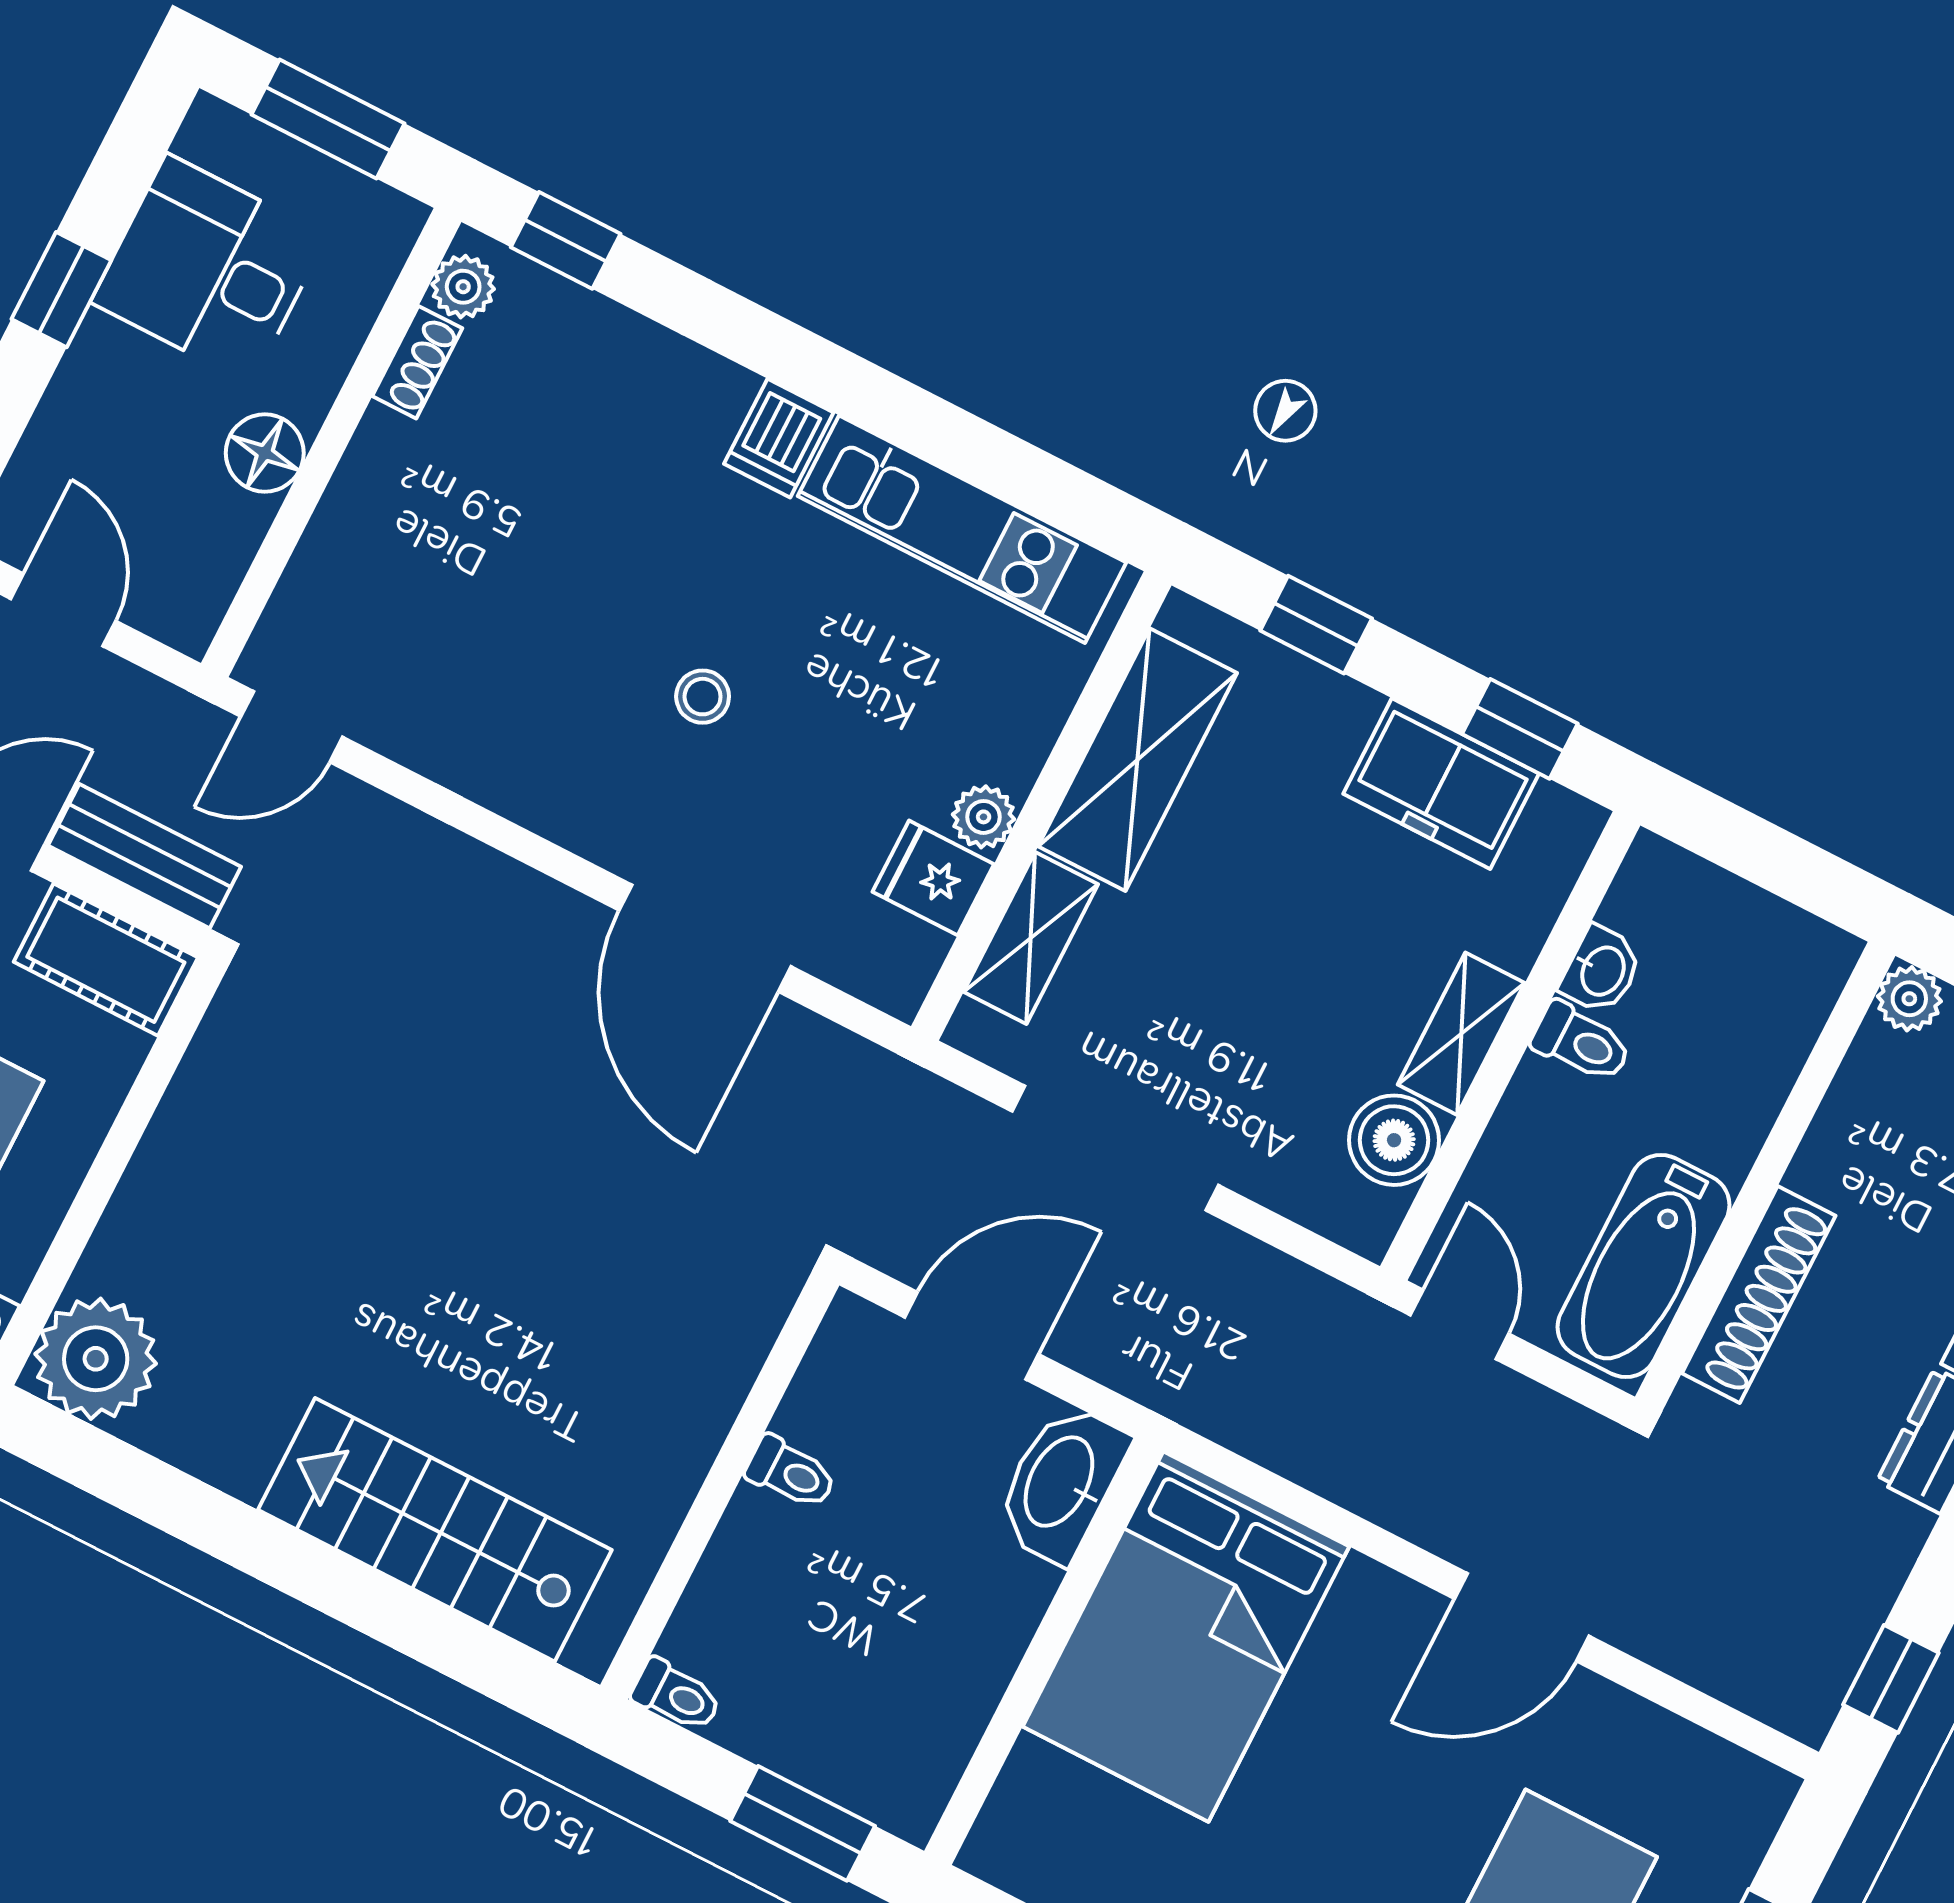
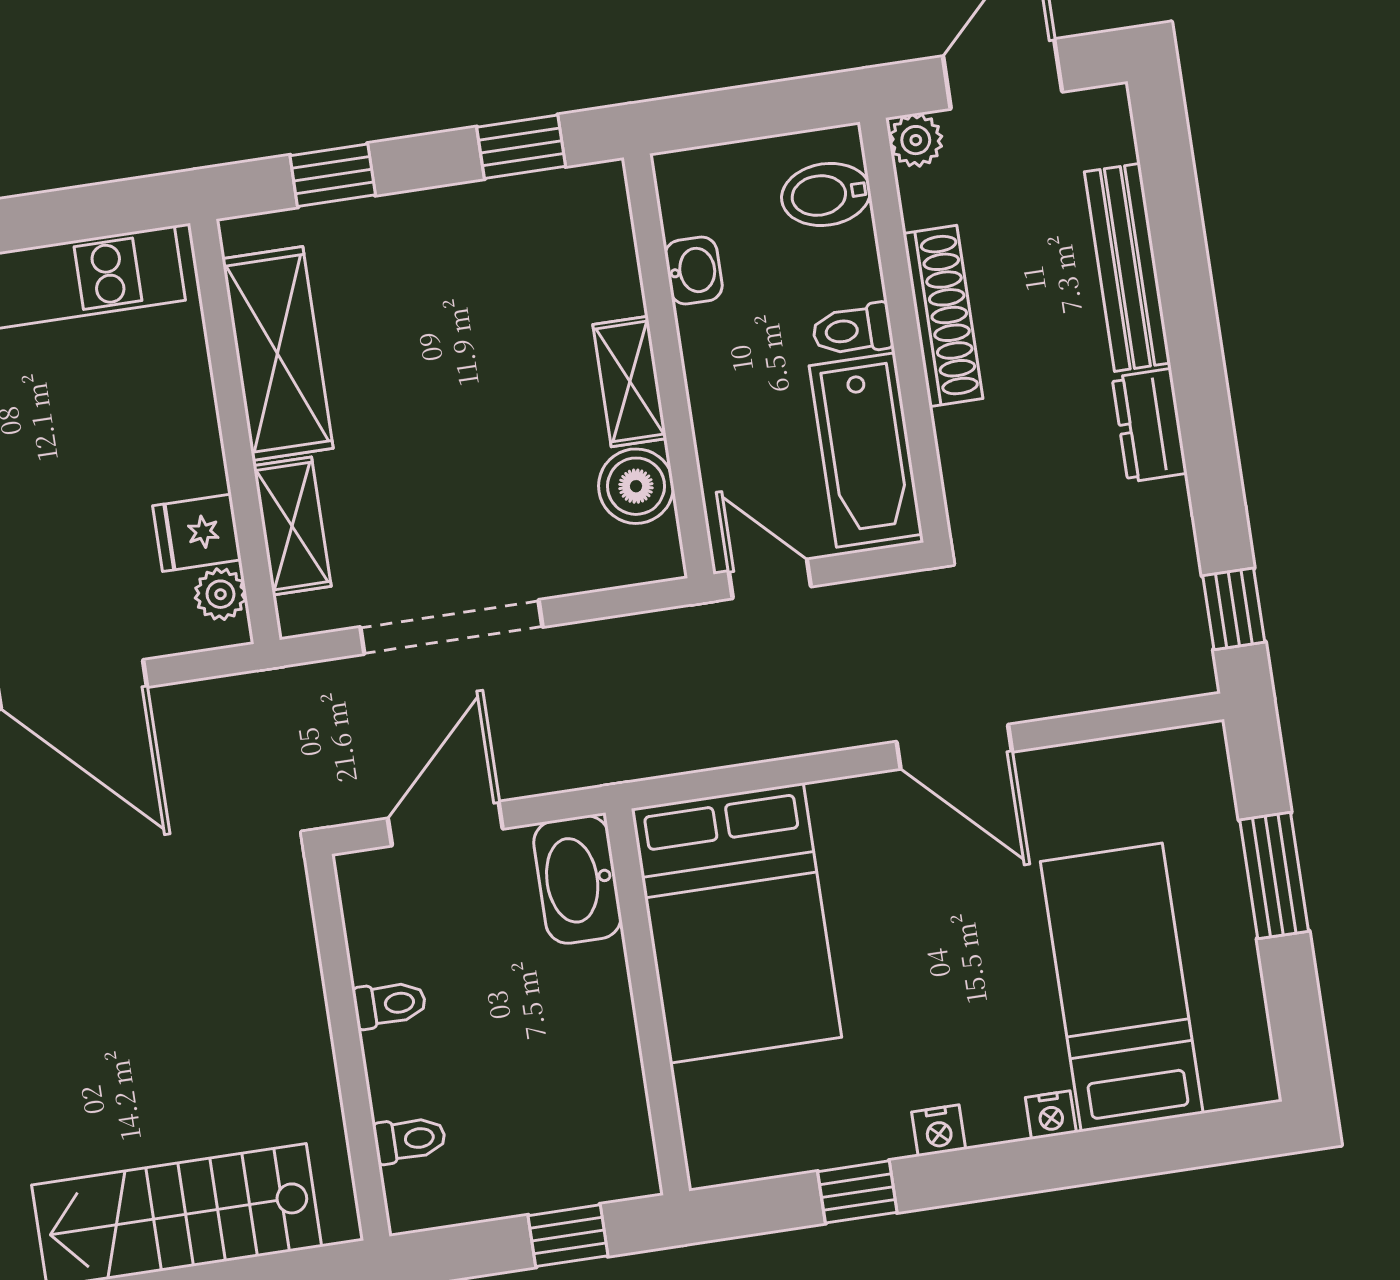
freezer: (1441, 784) -> (495, 222), removed
plant: (984, 817) -> (220, 594), moved
bidet: (1784, 989) -> (826, 194), added
toilet: (1581, 1042) -> (852, 330), moved, turned 180
shoe rack: (1759, 1295) -> (943, 316), moved
door: (1522, 1617) -> (954, 747), hinge flipped
toilet: (676, 1695) -> (410, 1139), moved
window: (803, 1823) -> (568, 1236), width x0.67

